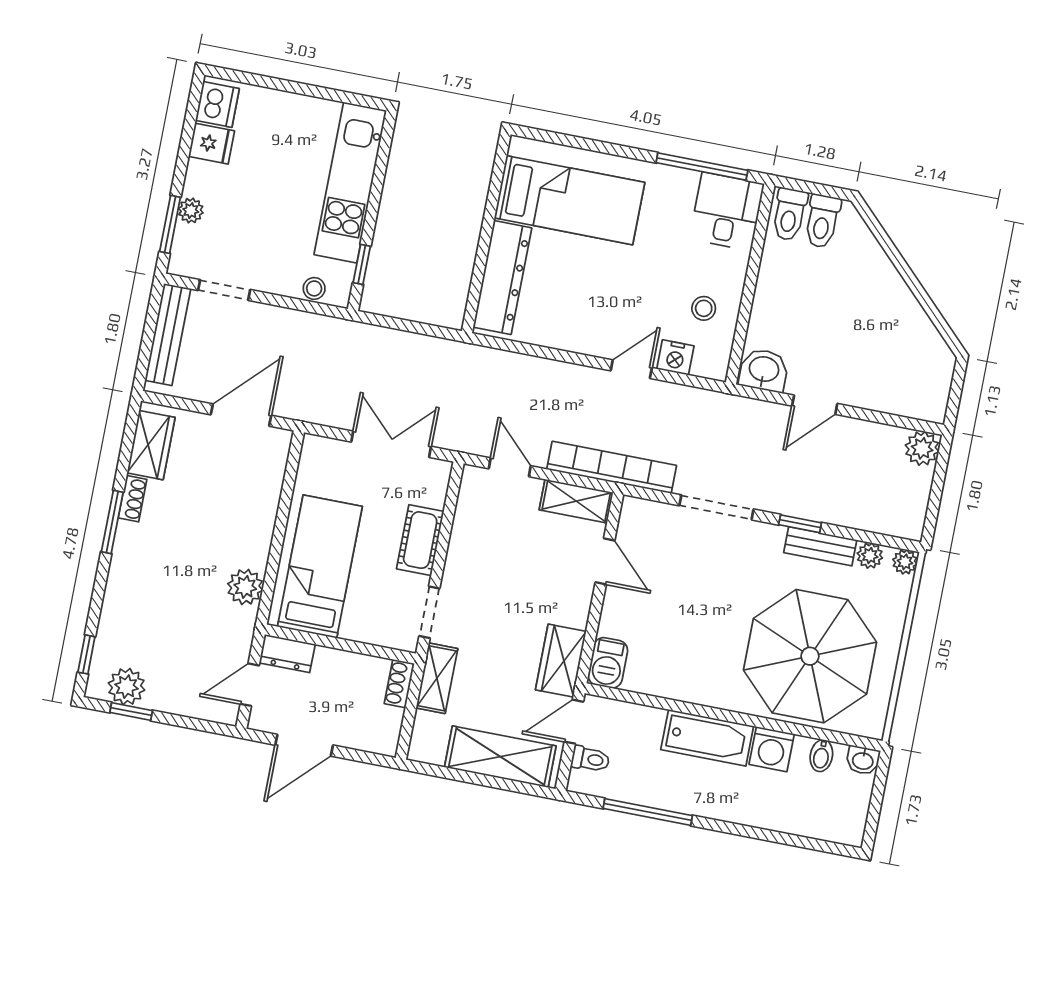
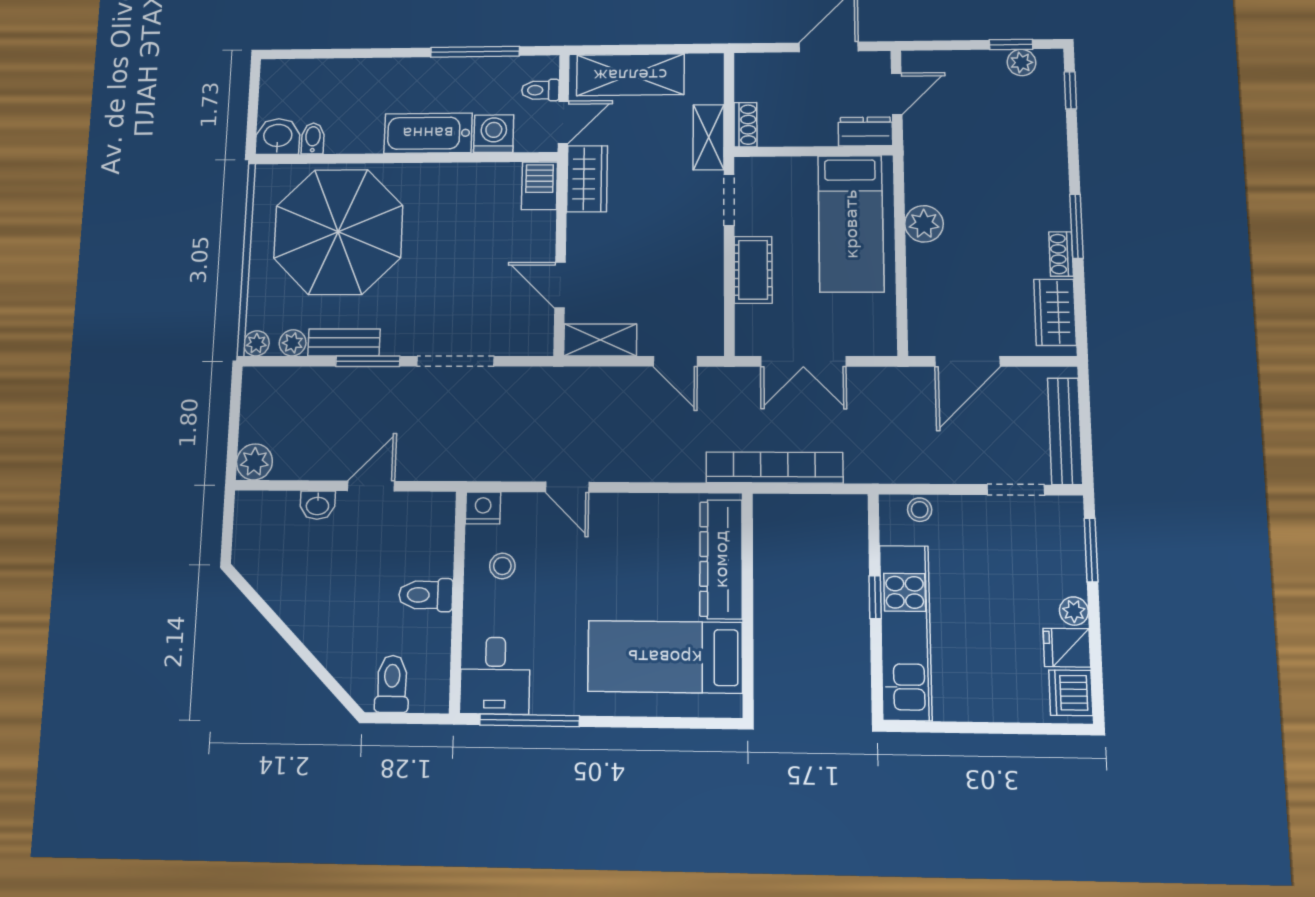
plant: (191, 211) -> (1074, 611), moved
toilet: (789, 214) -> (426, 595), moved, turned -90
window: (362, 264) -> (875, 597), moved
nightstand: (675, 357) -> (483, 508), moved
door: (631, 369) -> (567, 487), hinge flipped
washbasin: (764, 370) -> (318, 505), moved, width x0.72, depth x0.69
bookcase: (612, 467) -> (774, 468), moved, turned 180
window: (800, 524) -> (368, 361), width x1.50
plant: (245, 587) -> (924, 224), moved
plant: (126, 687) -> (1021, 62), width x0.73, depth x0.73
washing machine: (772, 749) -> (494, 134), moved
washbasin: (863, 760) -> (278, 136), width x1.38, depth x1.45

